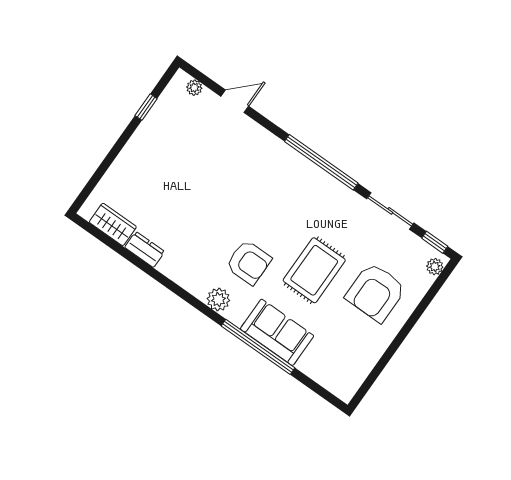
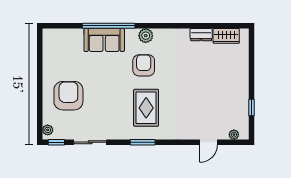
window: (321, 162) -> (143, 142), width x0.47
armchair: (249, 262) -> (144, 65), turned 90
rug: (314, 270) -> (146, 108), moved

